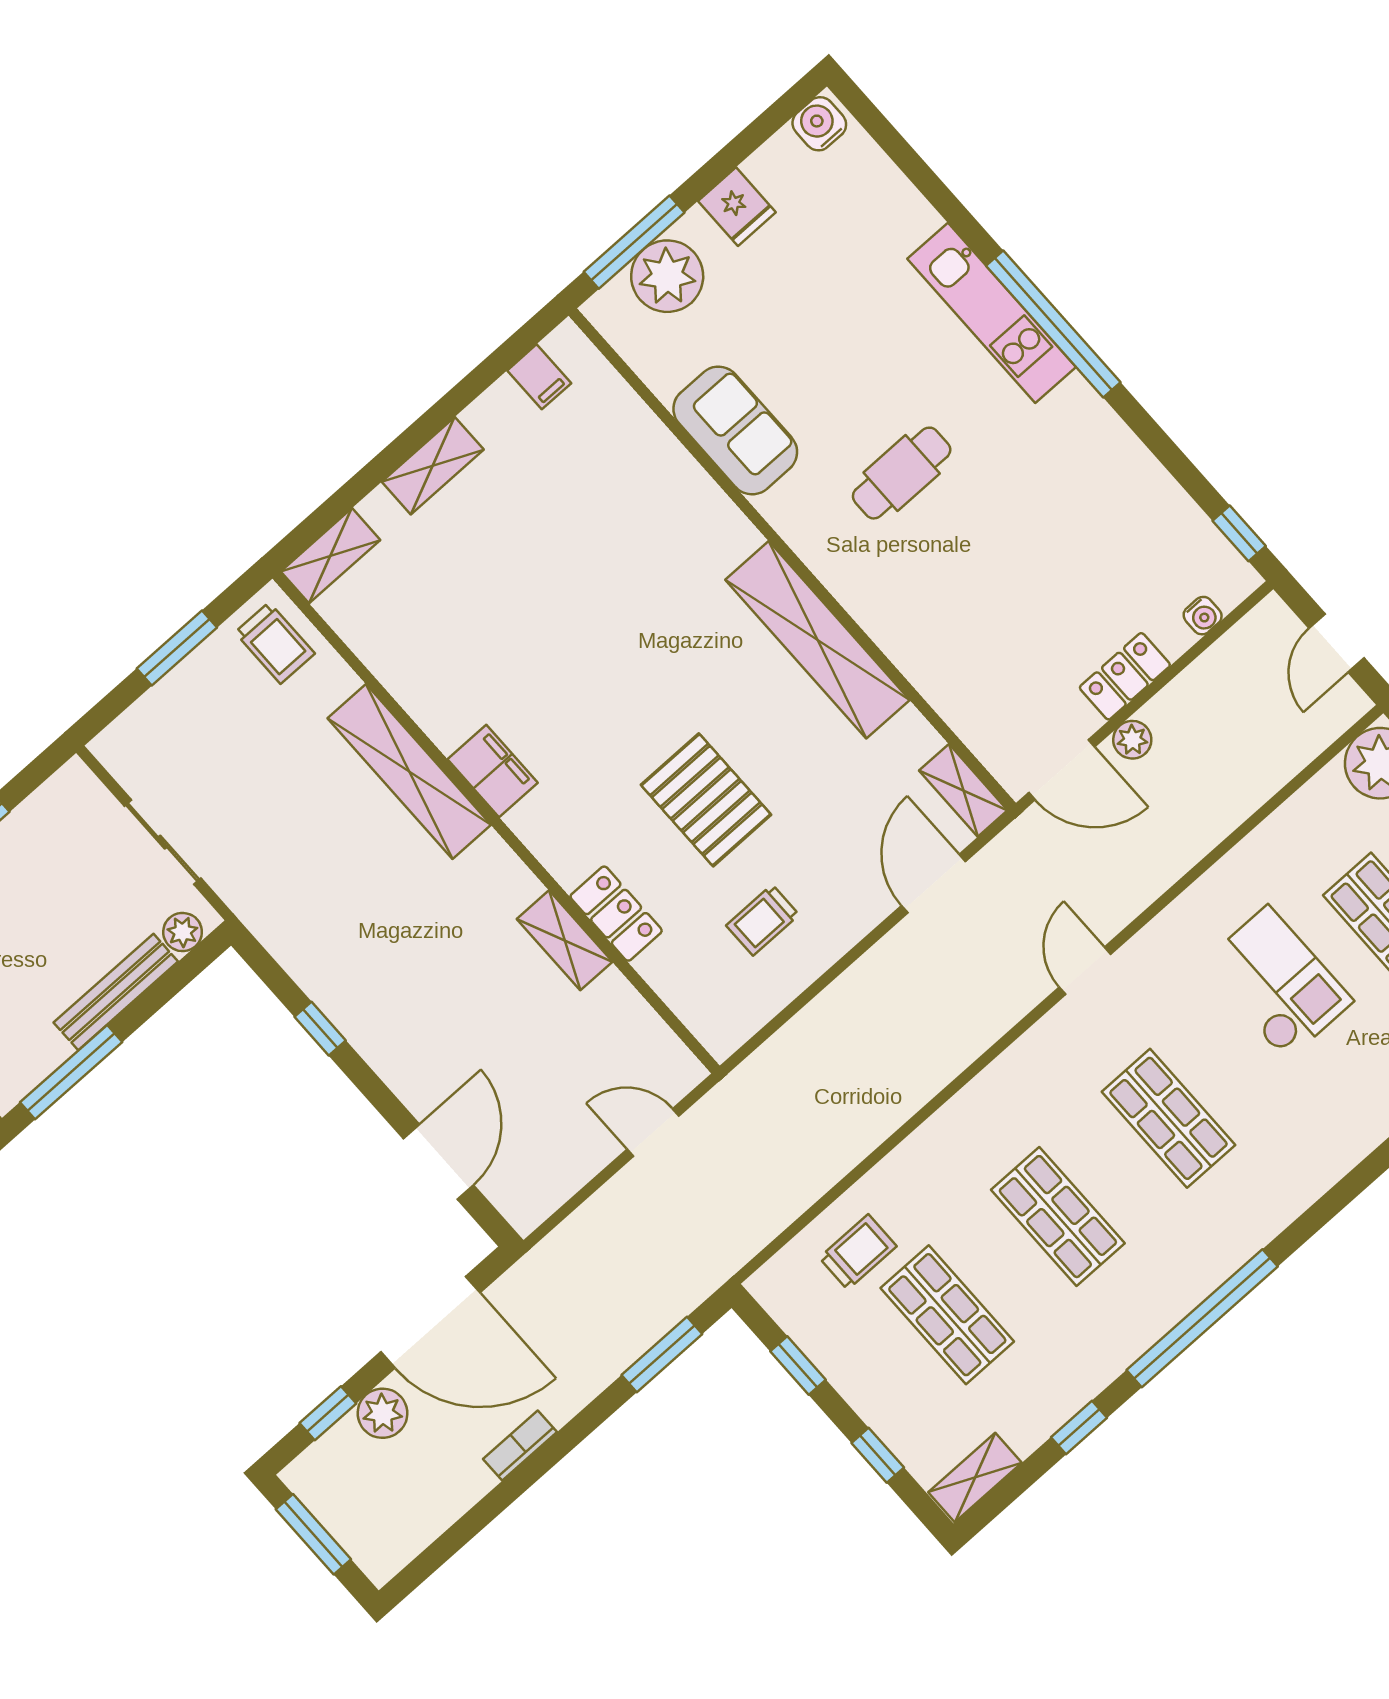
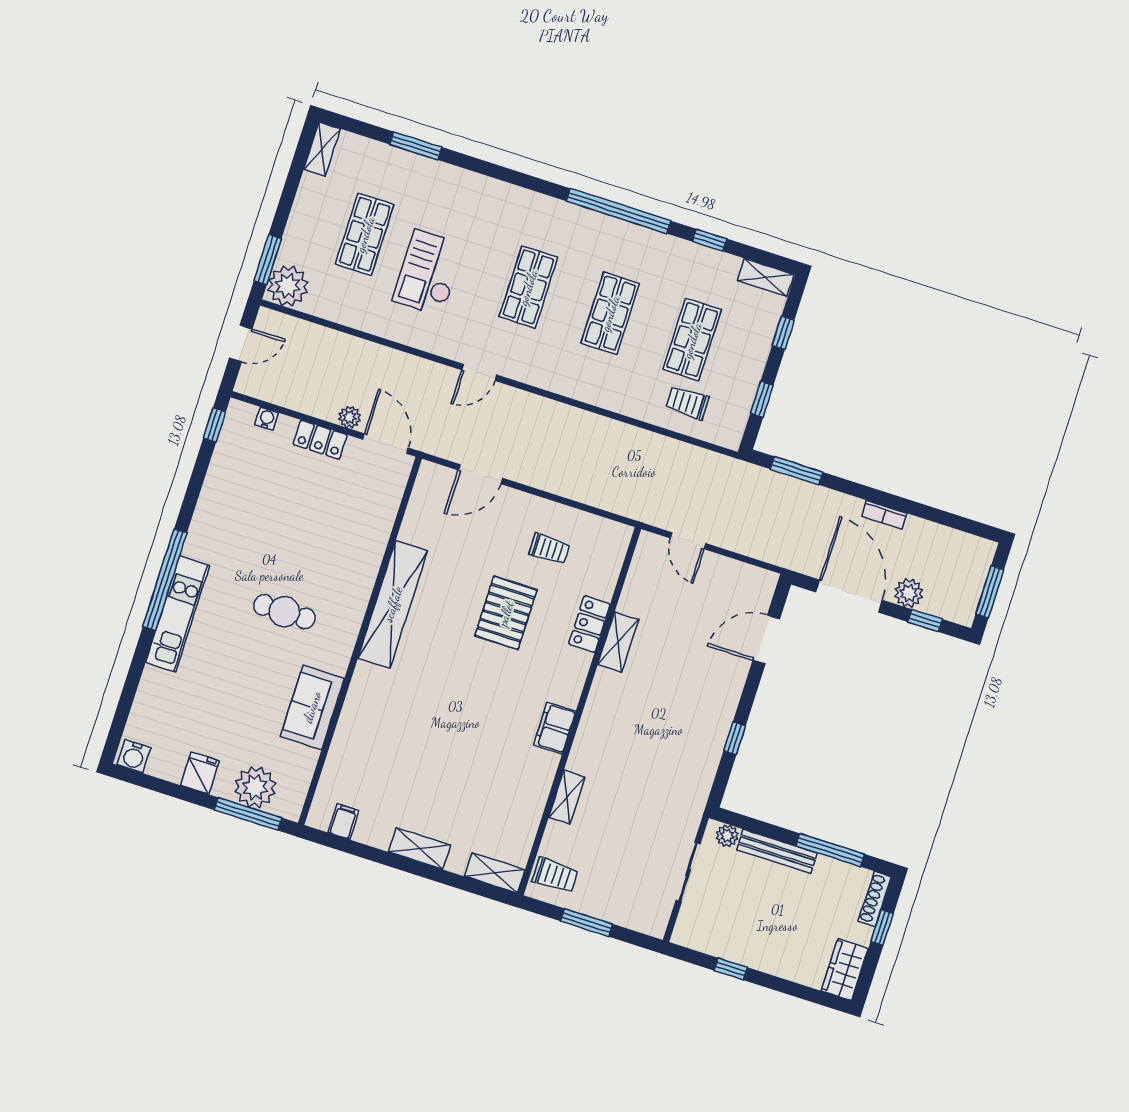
trolley: (275, 643) -> (555, 875), turned 90
shelving: (409, 772) -> (567, 797), width x0.45, depth x0.75
shelving: (963, 790) -> (425, 487), removed

